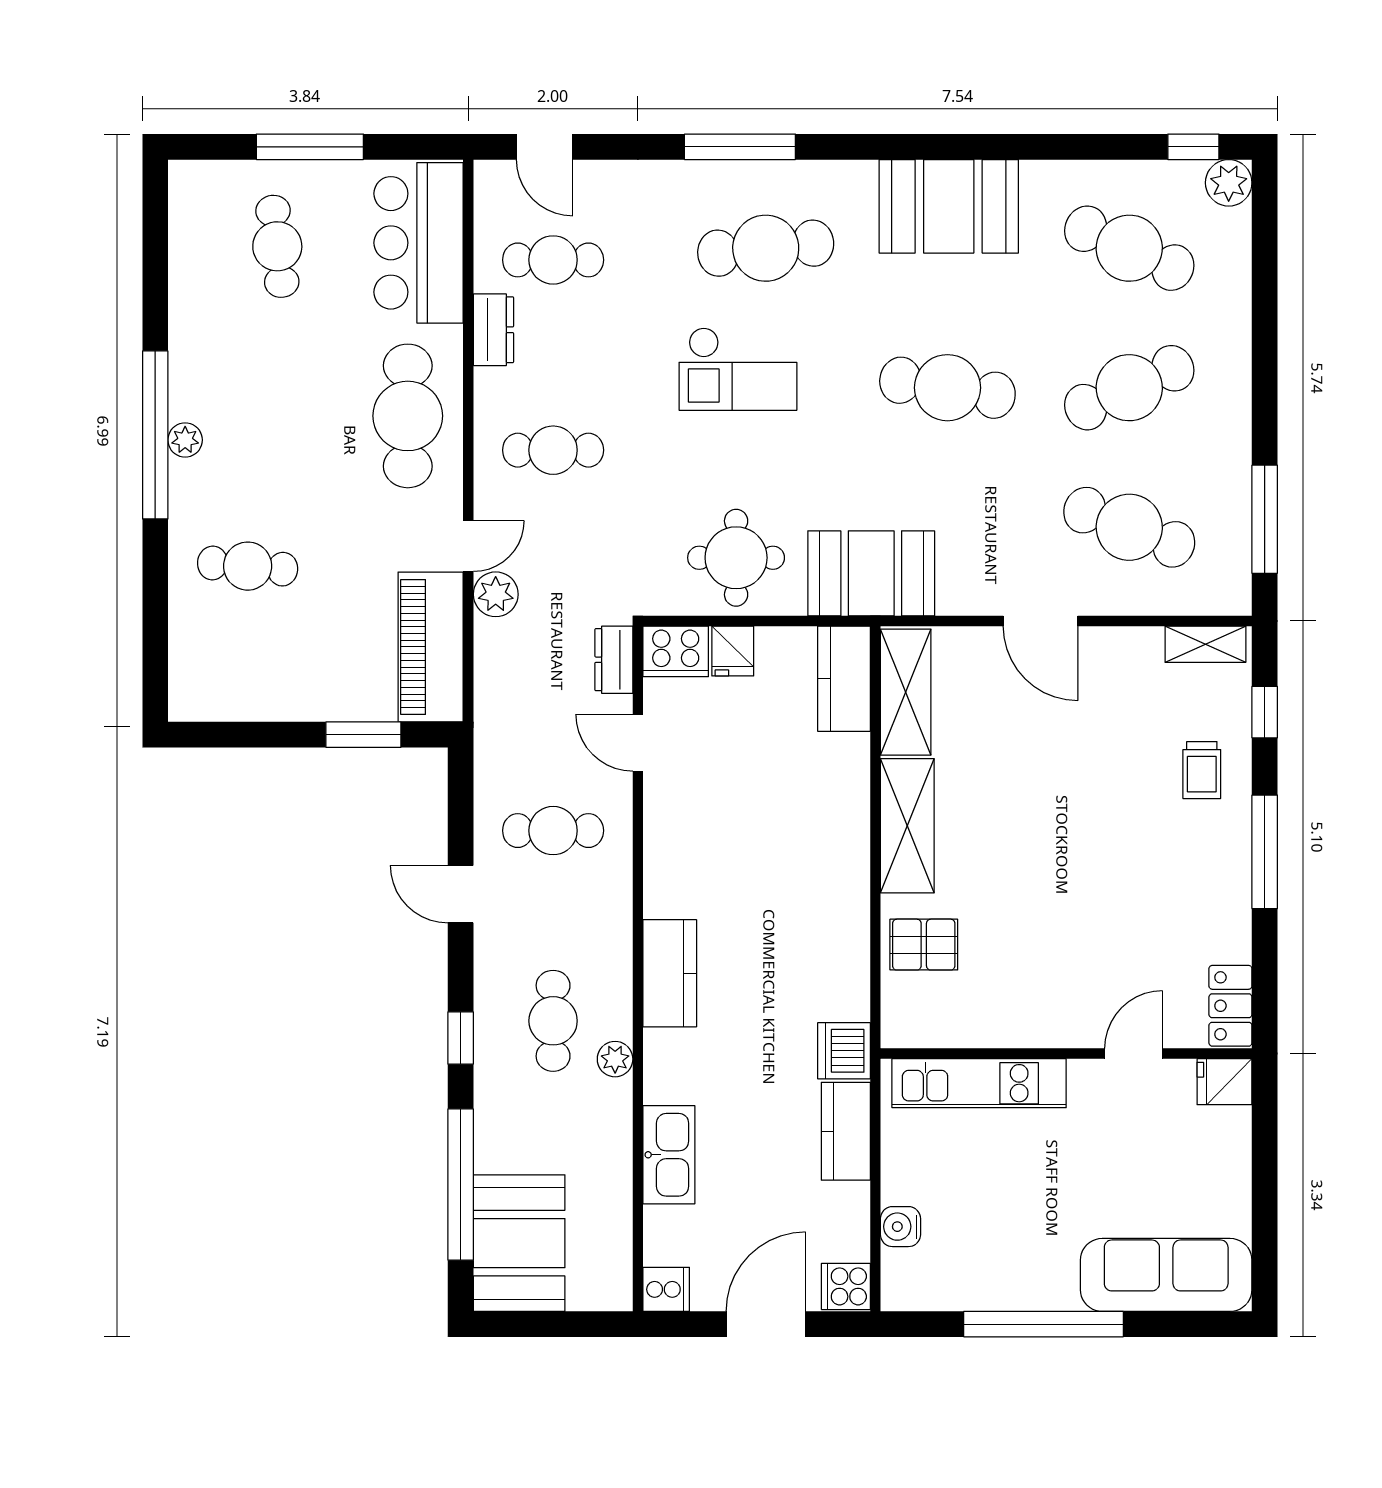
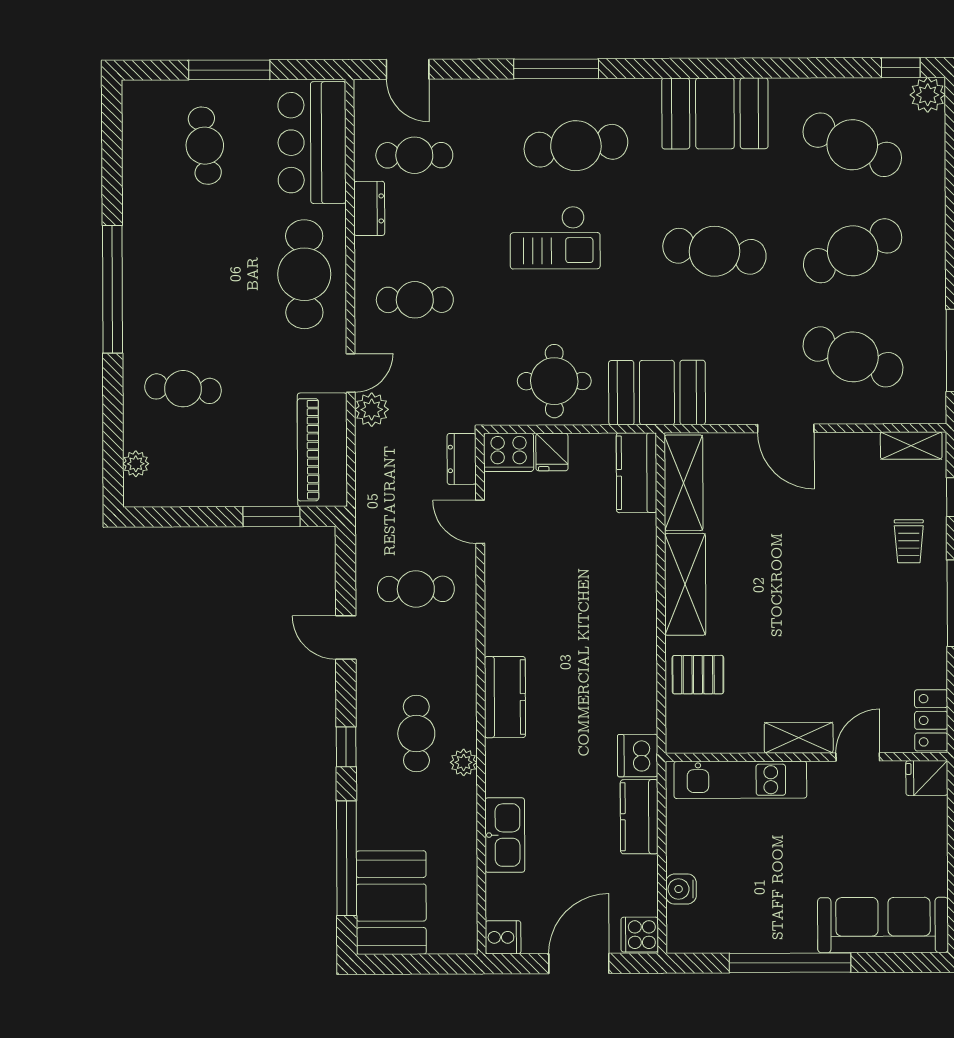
plant: (185, 440) -> (136, 464), moved
shelving: (1056, 1028) -> (799, 738), added

